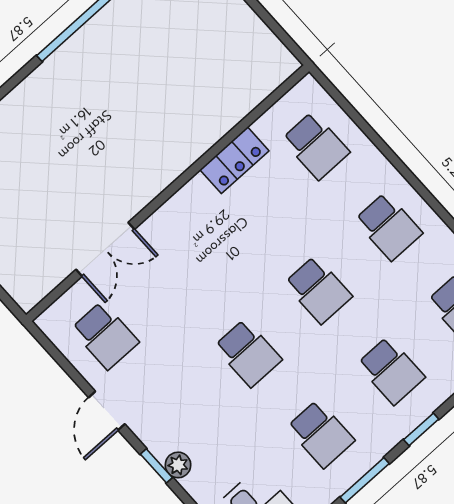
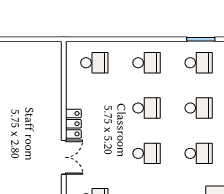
locker: (234, 160) -> (73, 124), moved
double door: (105, 249) -> (64, 157), moved

